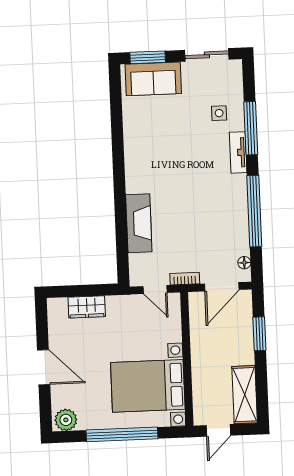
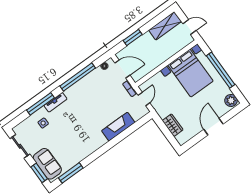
window: (116, 105) -> (71, 173), added

